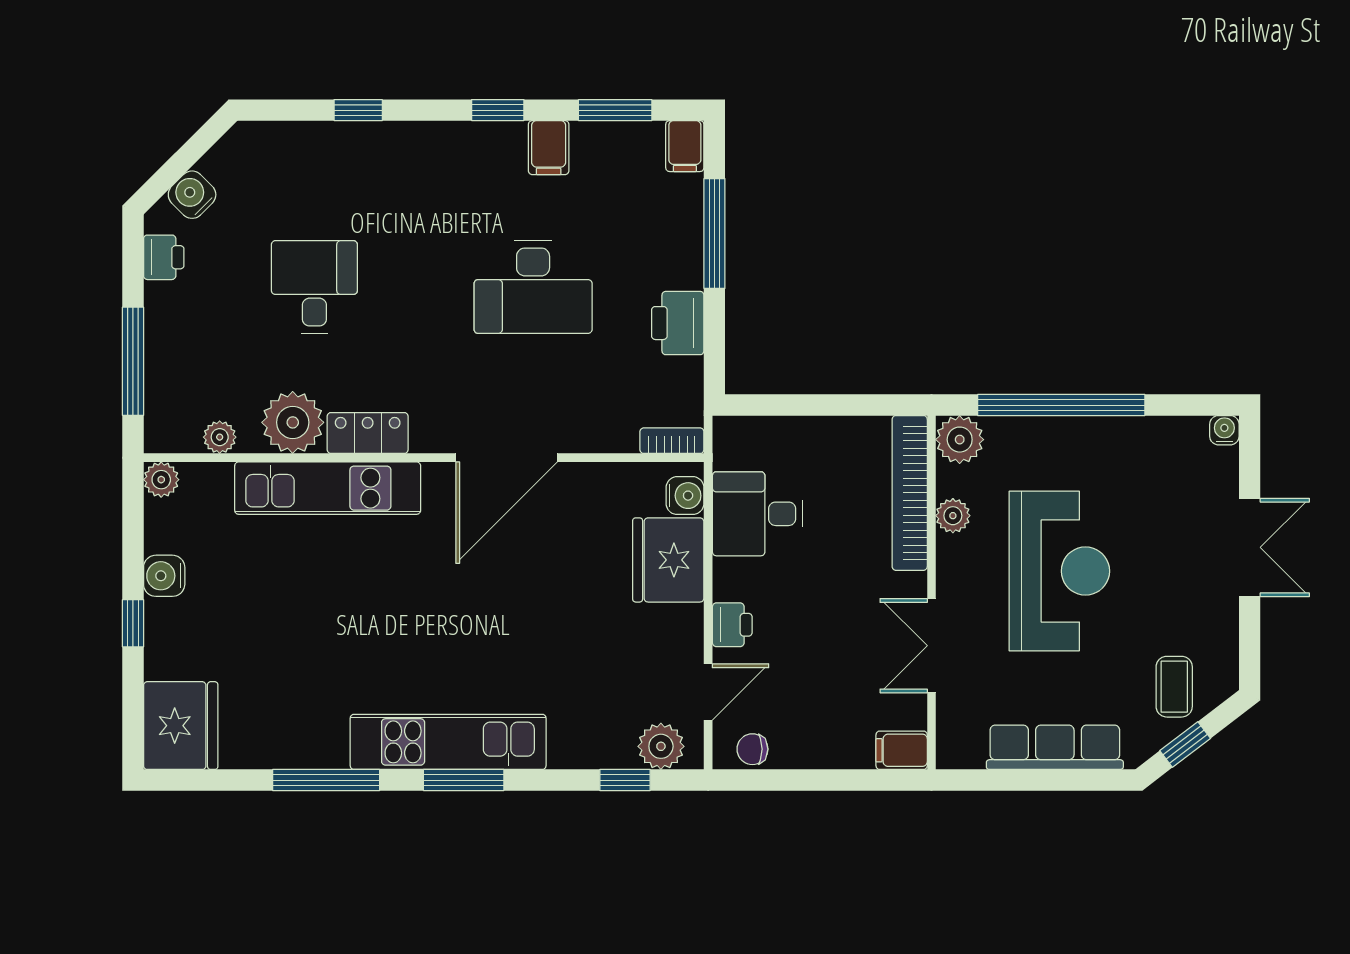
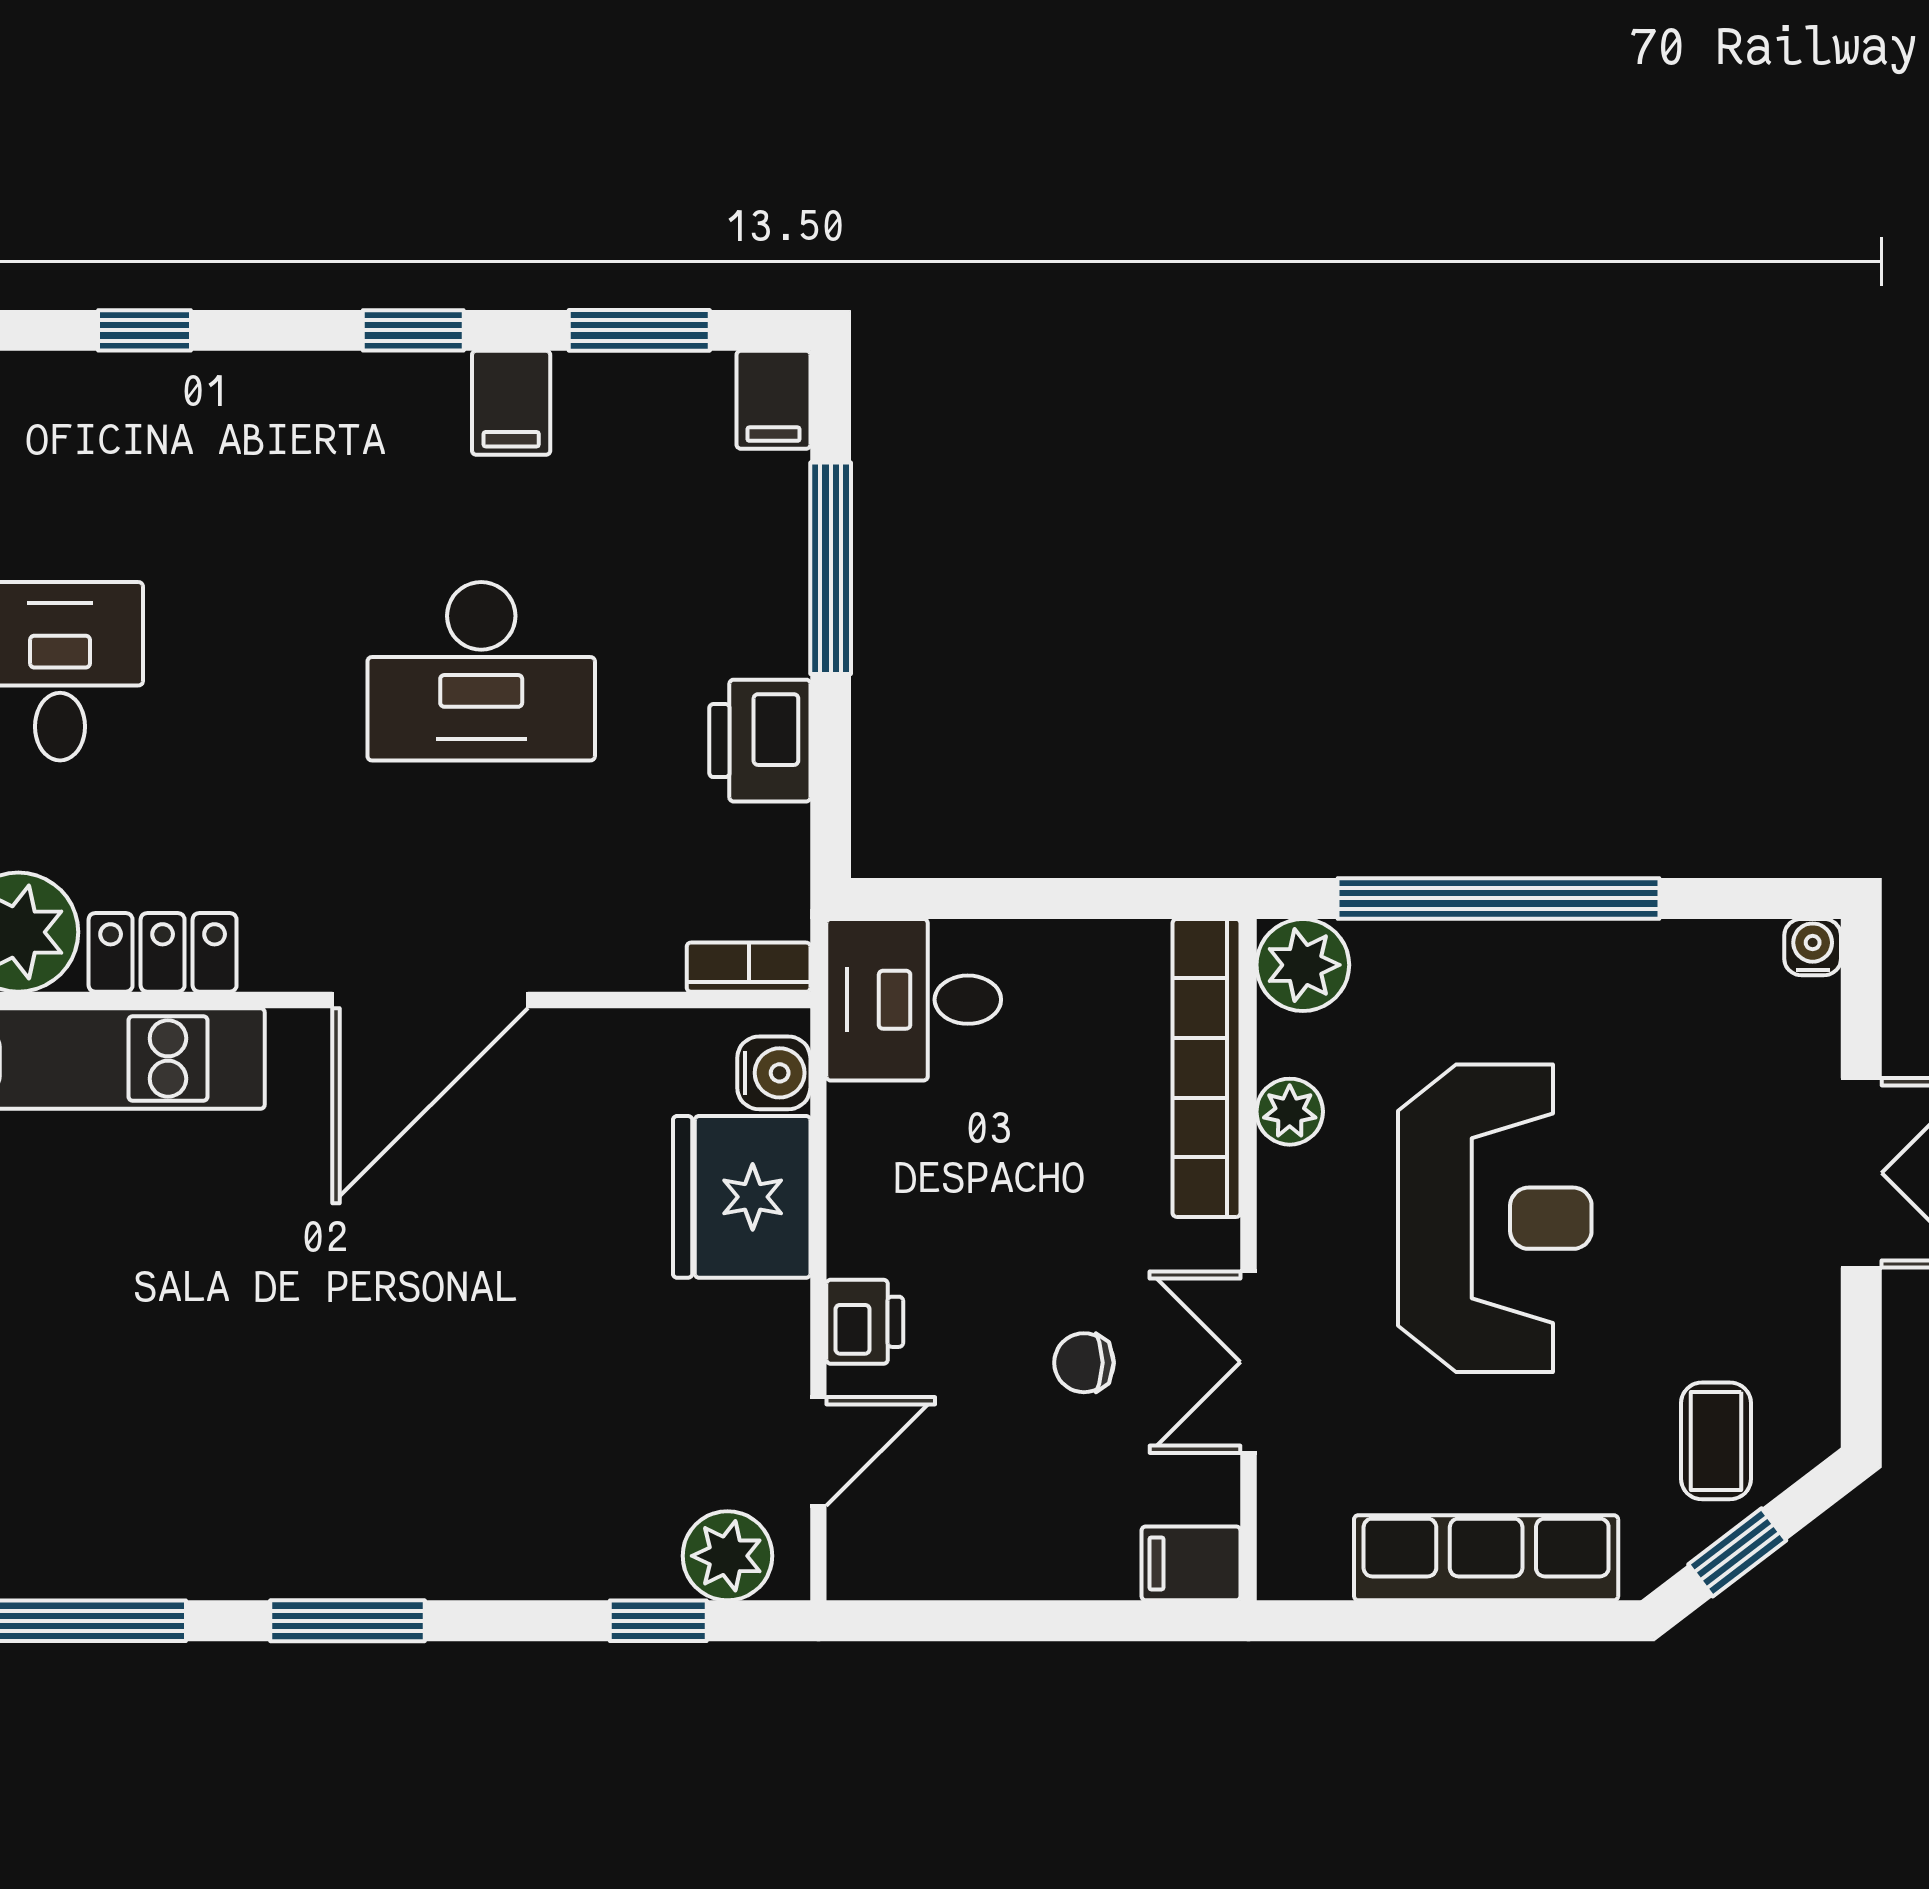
desk: (758, 514) -> (914, 1000), moved
kitchen unit: (448, 742) -> (318, 1547), removed
chair: (752, 749) -> (1084, 1363), moved

